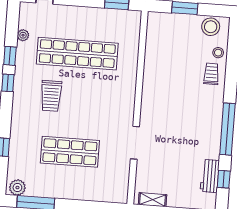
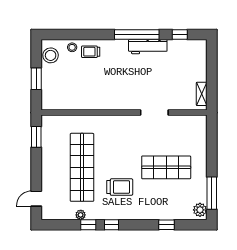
plant: (23, 35) -> (81, 215), moved
shop shelf: (70, 152) -> (166, 167), turned 90
workbench: (210, 176) -> (148, 47), moved, width x1.38

